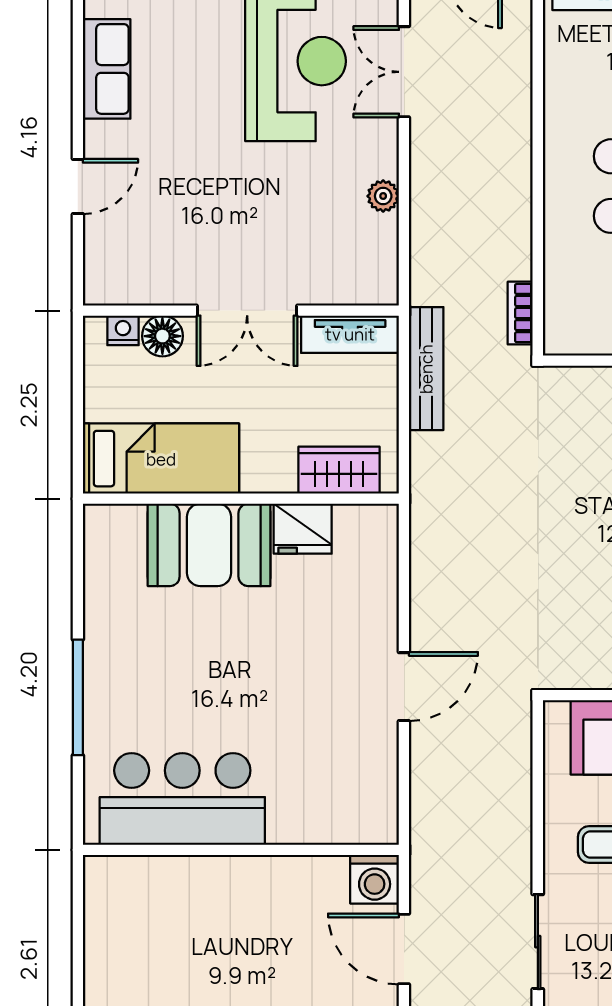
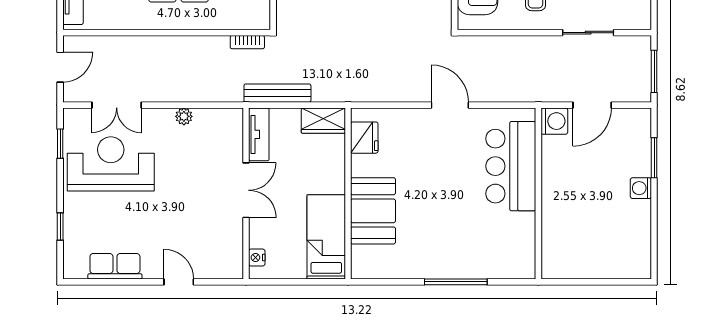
floor lamp: (162, 336) -> (260, 236), removed
wardrobe: (339, 470) -> (323, 121), moved, turned -90
fridge: (303, 529) -> (364, 138), moved
bar counter: (182, 799) -> (511, 166), moved

